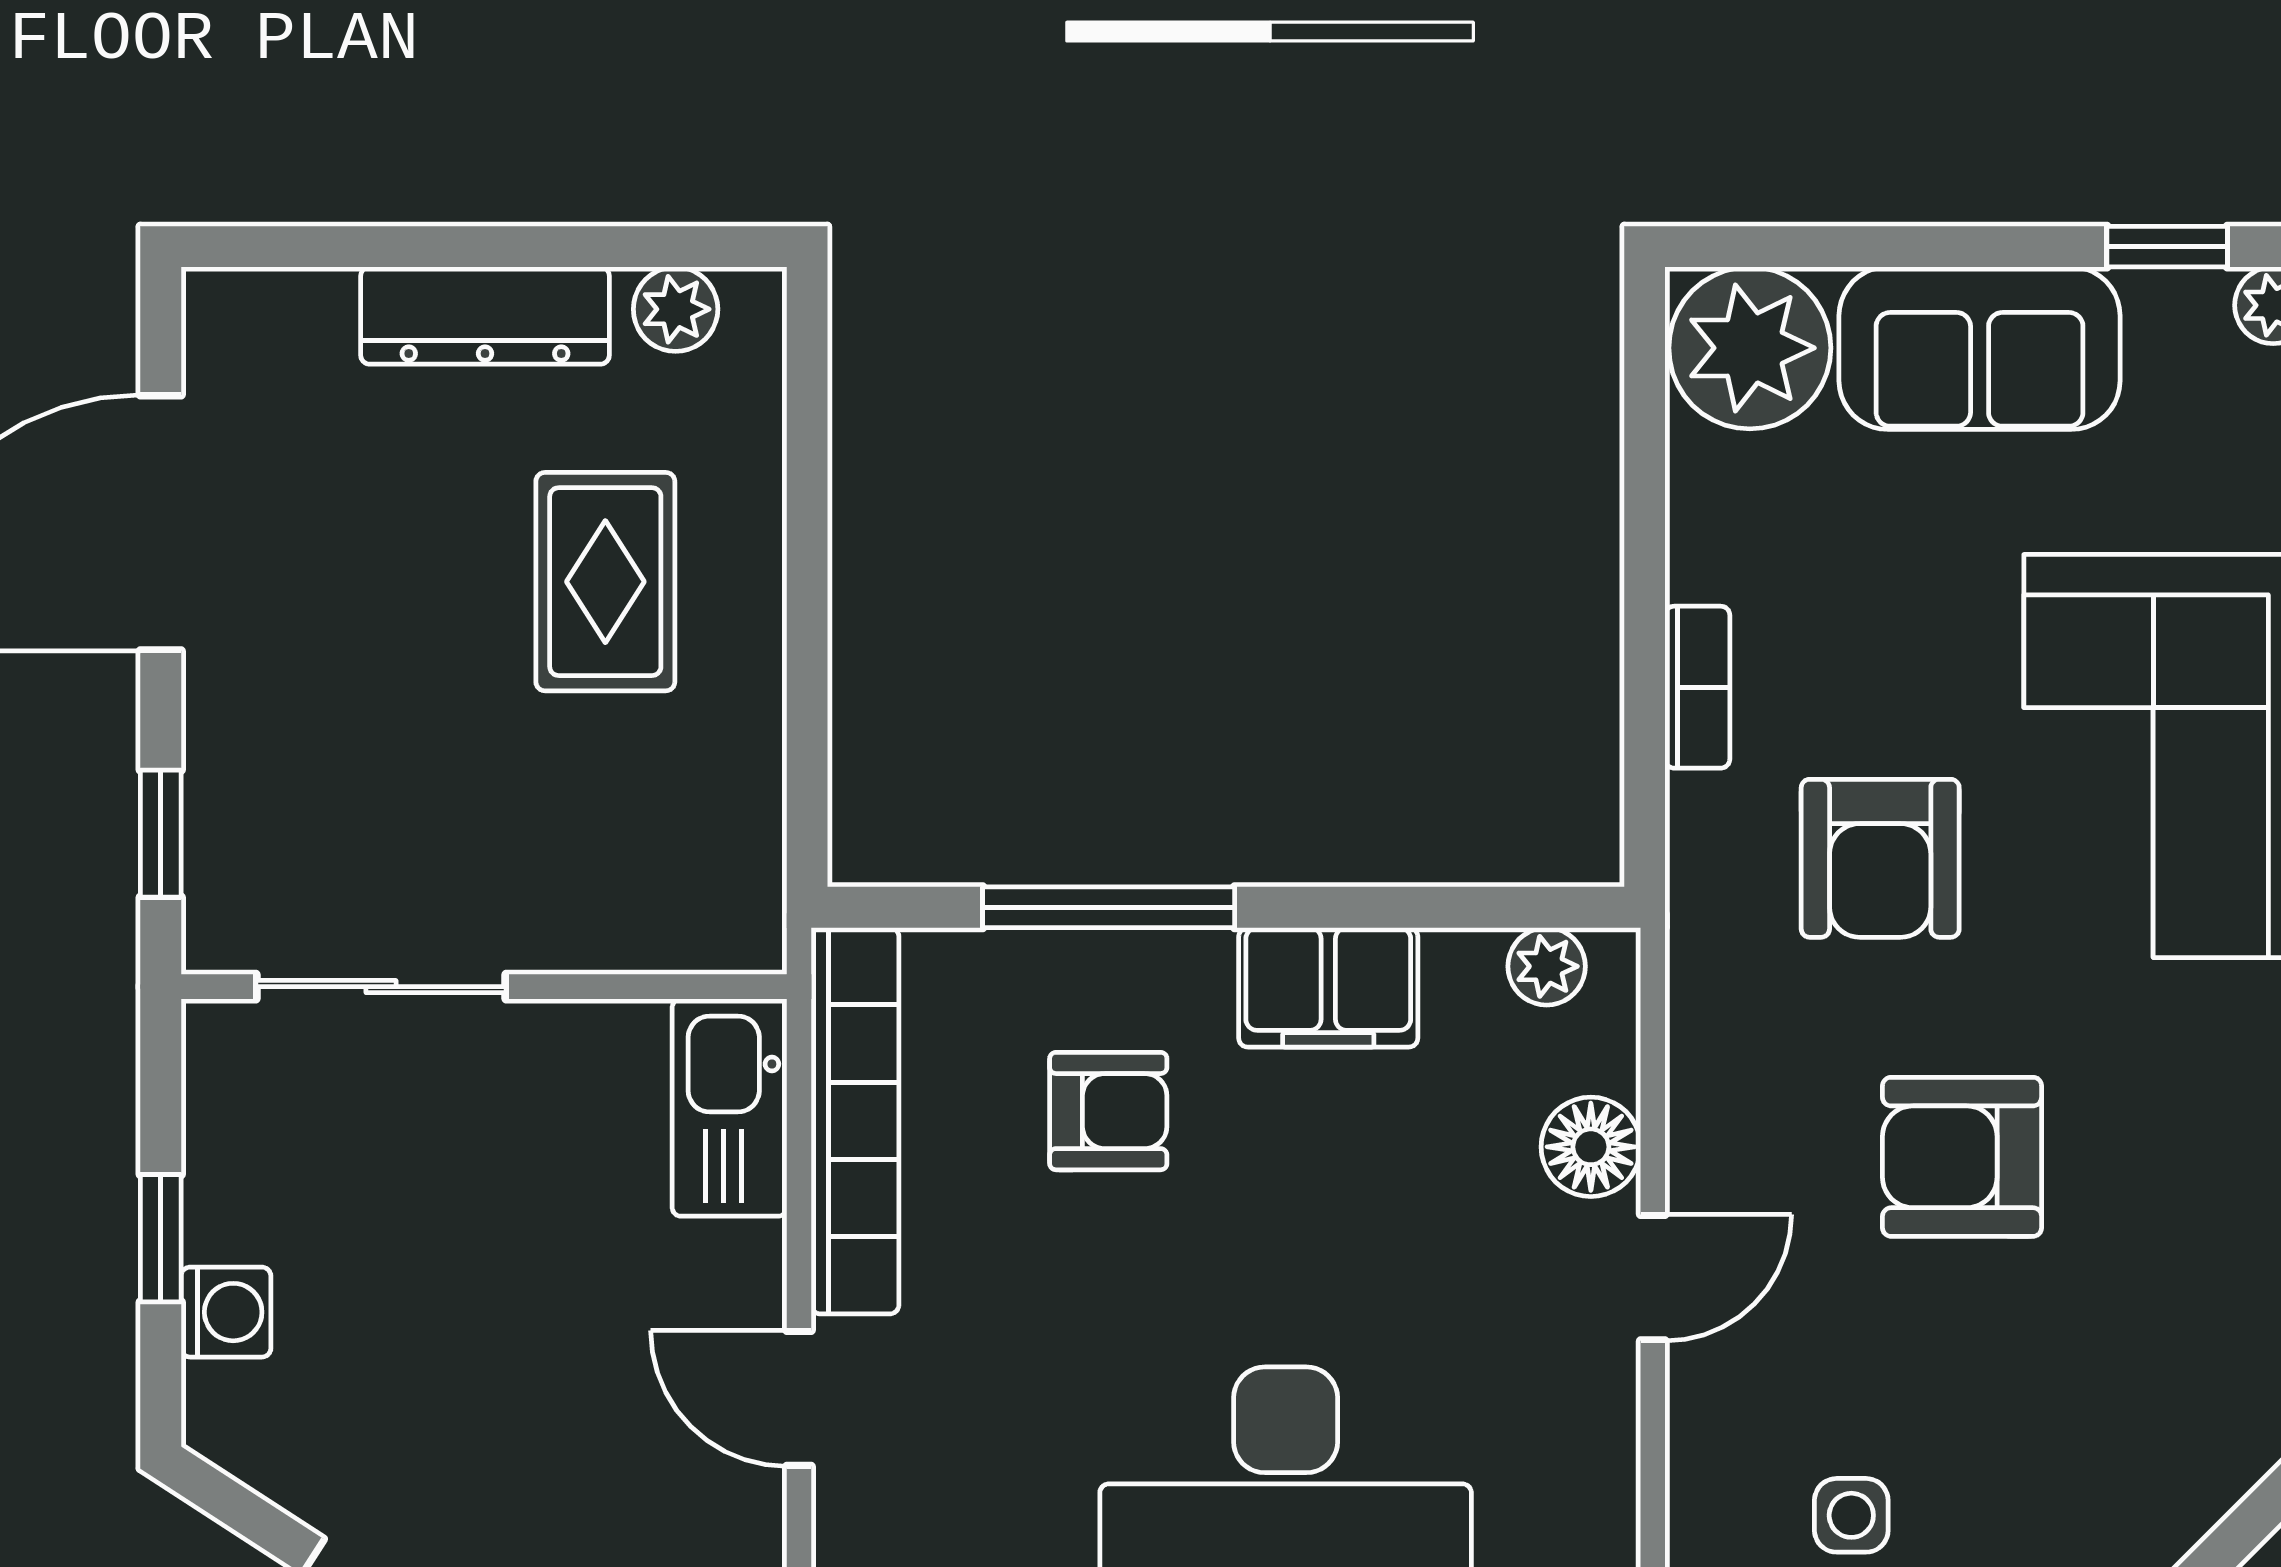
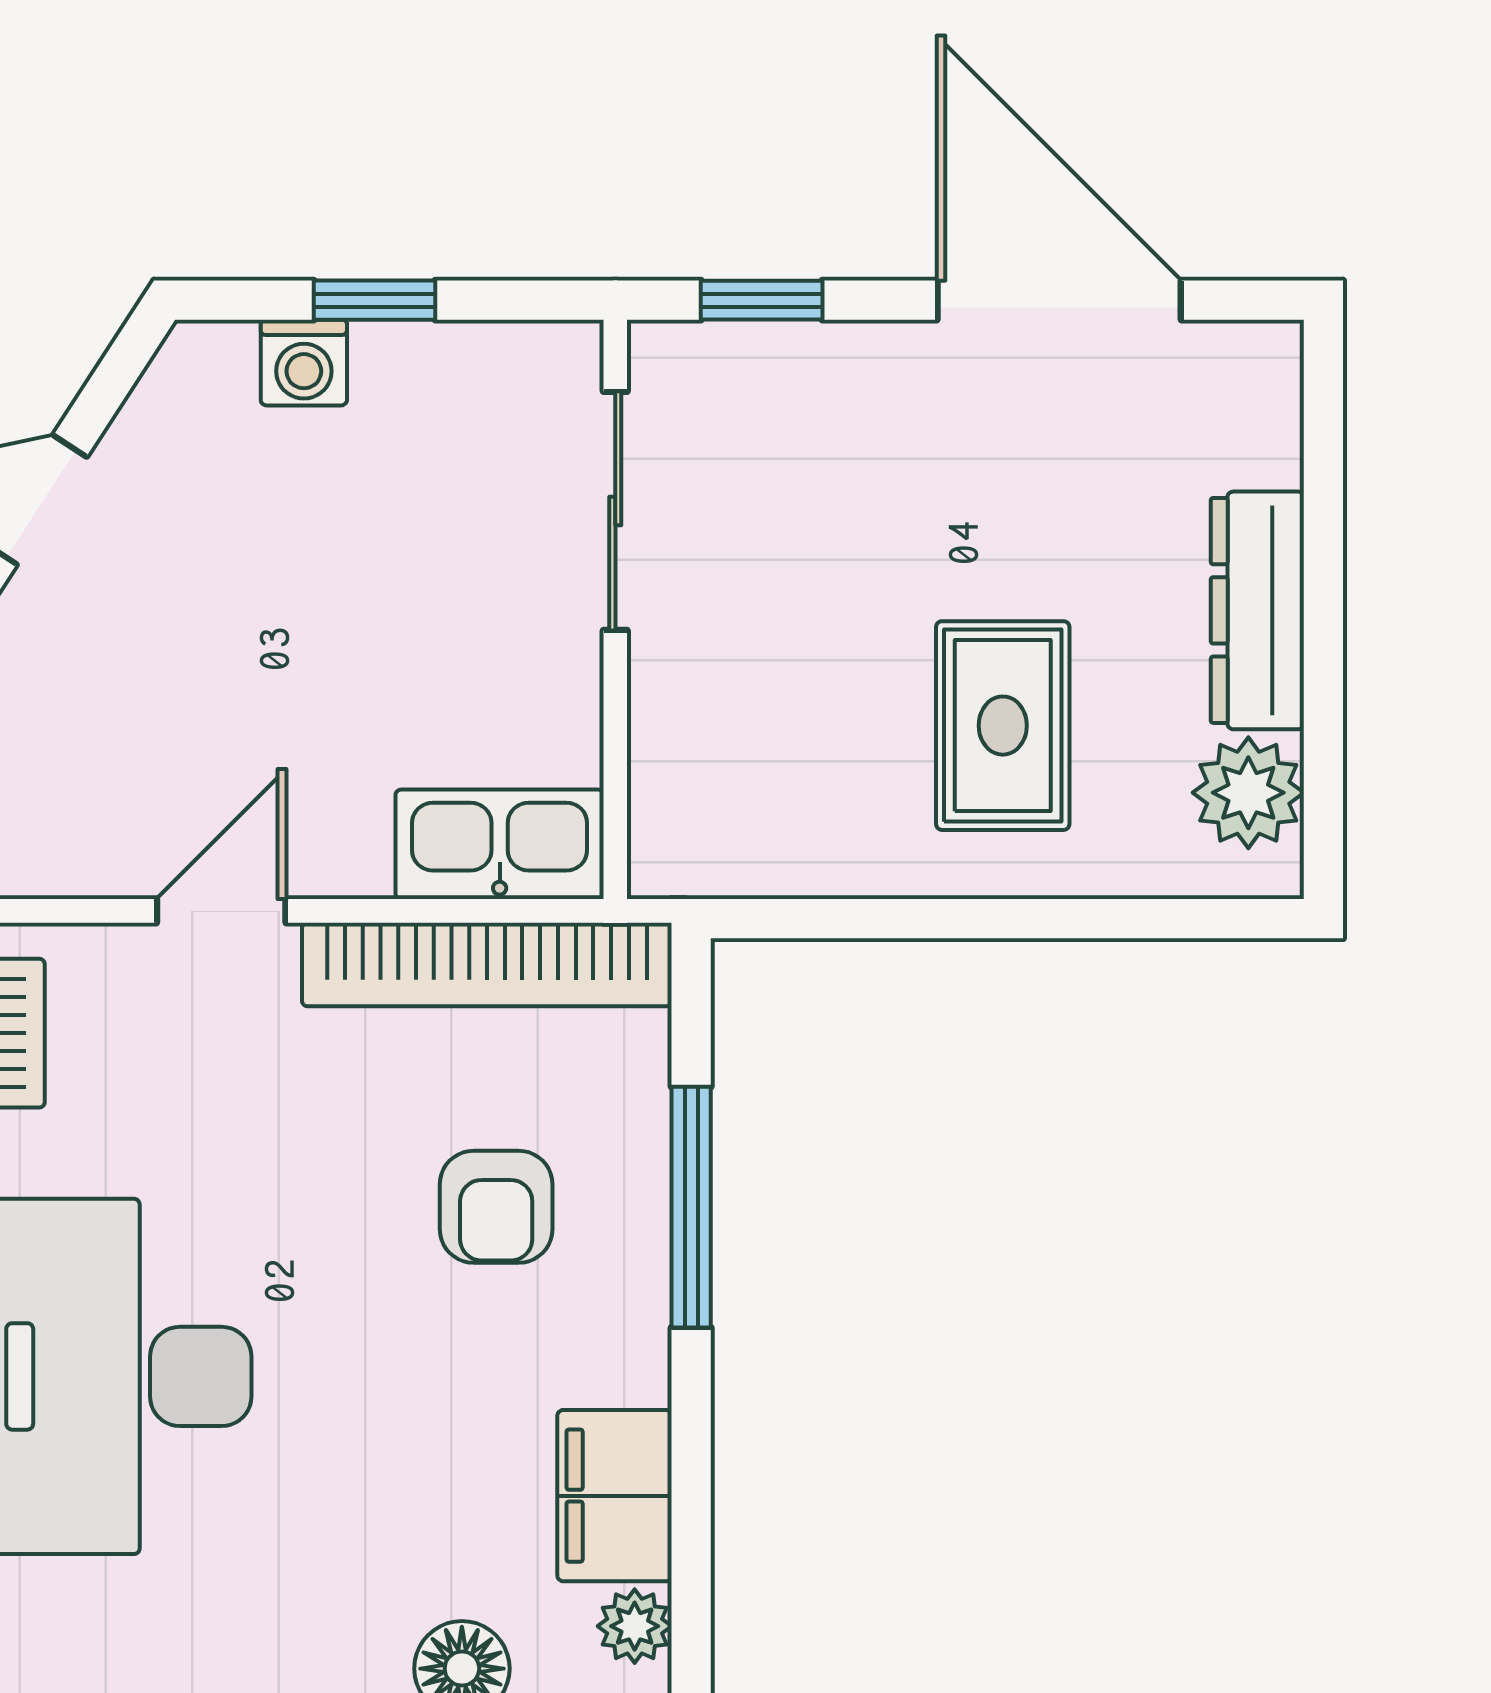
plant: (676, 309) -> (1248, 793), width x1.38, depth x1.38
rug: (605, 582) -> (1003, 726), turned 90
filing cabinet: (1328, 987) -> (615, 1496), moved

